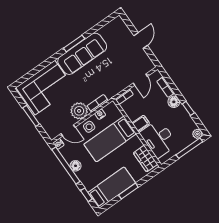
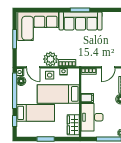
floor lamp: (76, 166) -> (21, 81), moved
bed: (112, 188) -> (36, 113), moved

